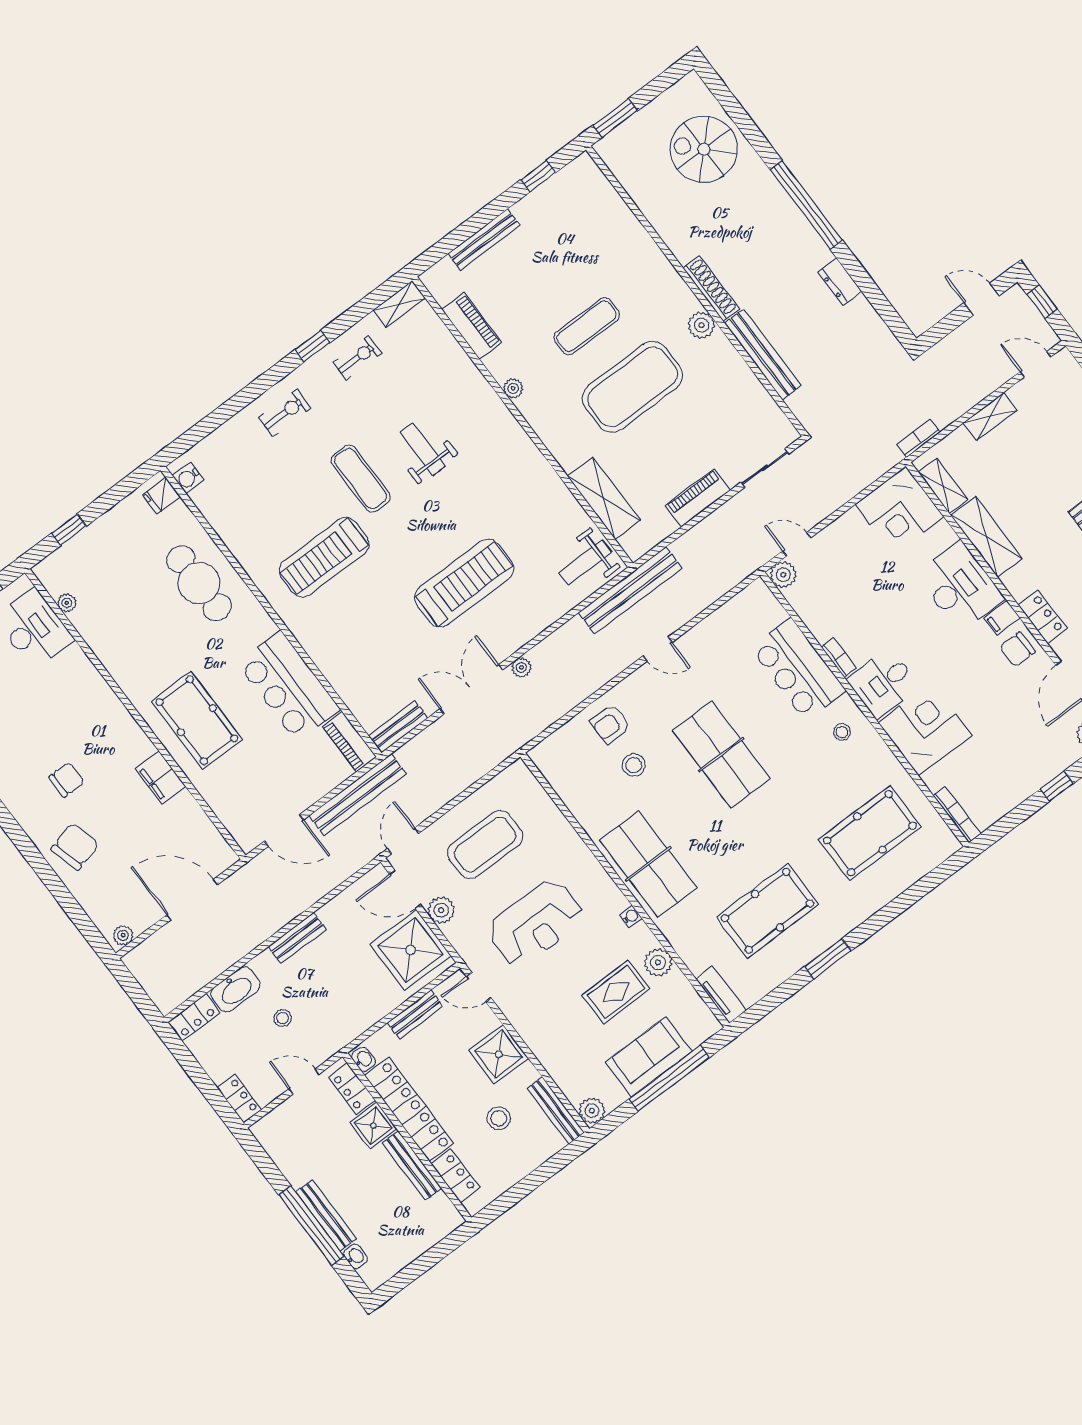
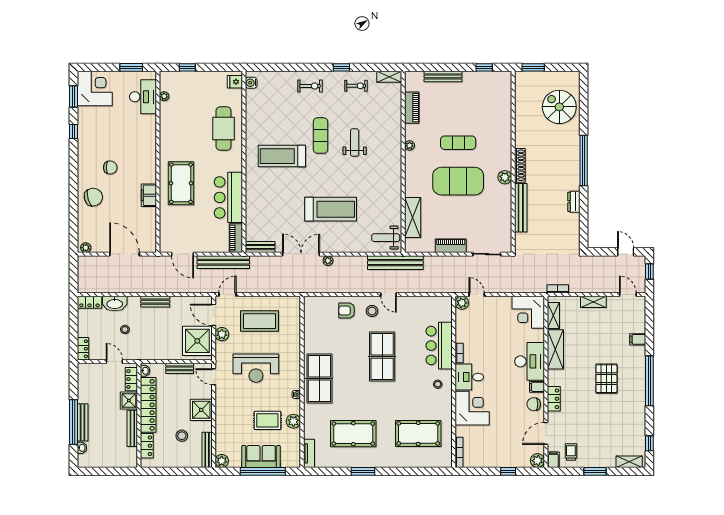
stool: (634, 765) -> (372, 311), moved

